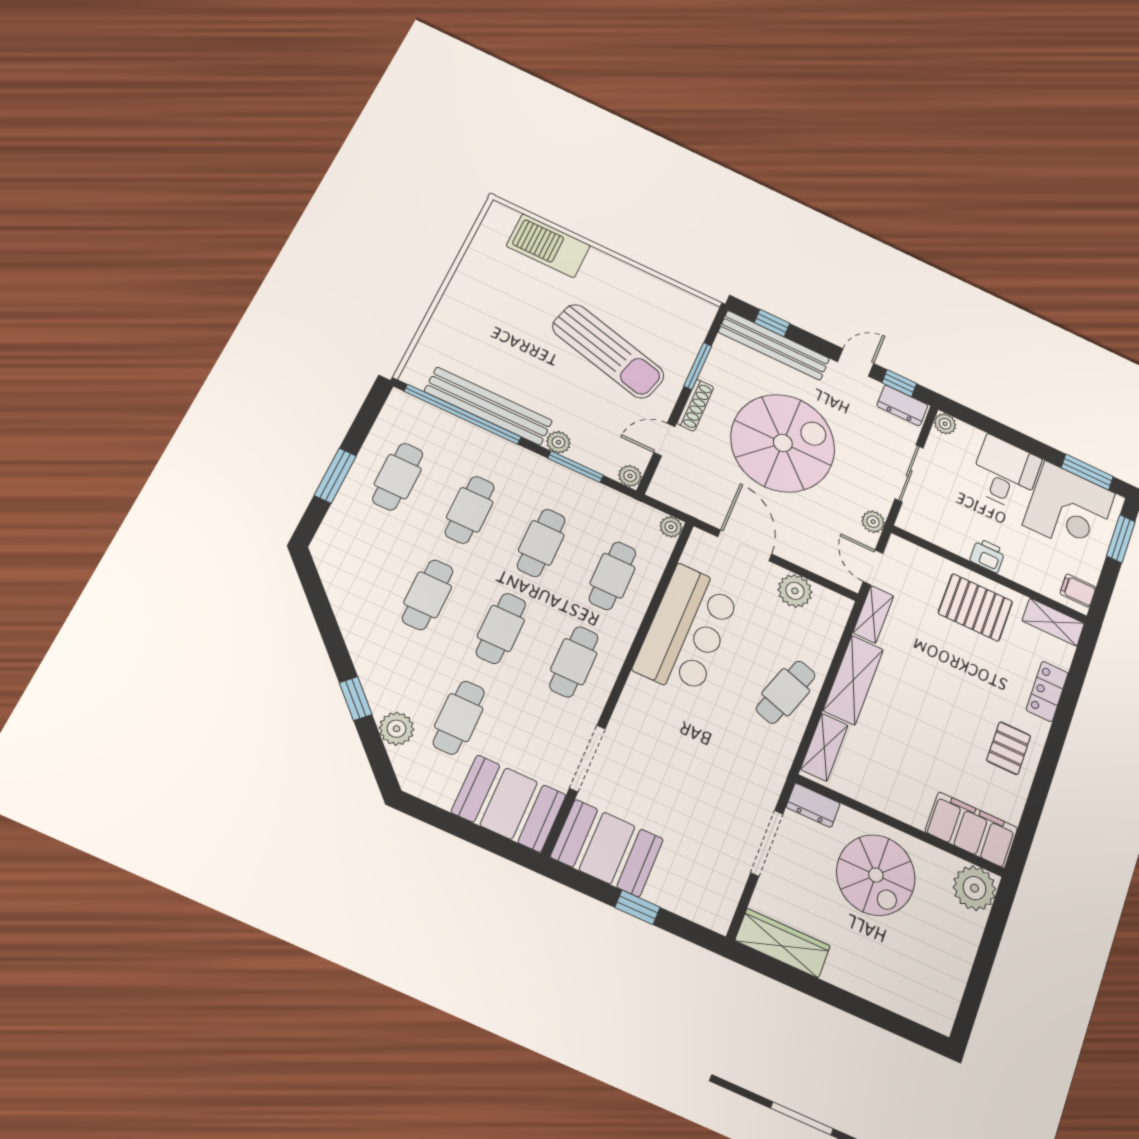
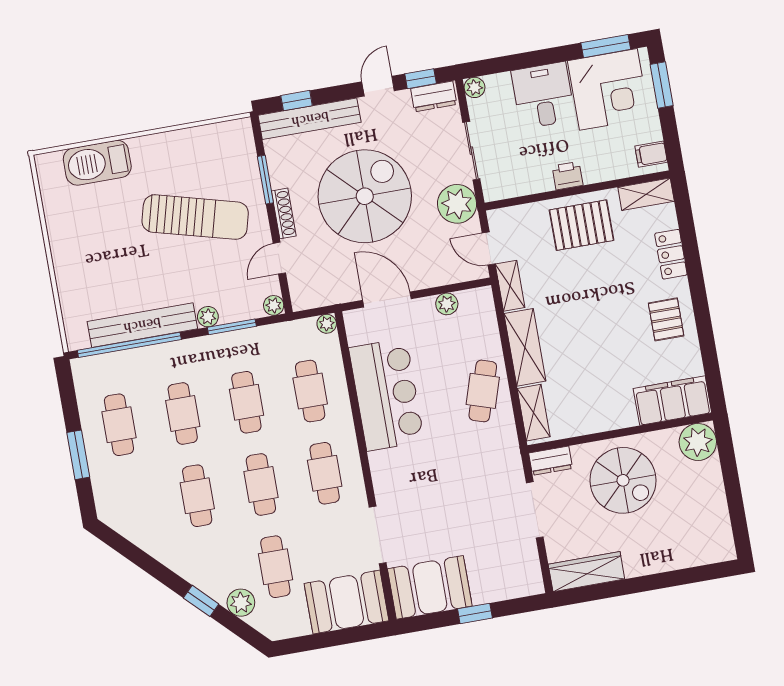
plant: (873, 522) -> (457, 204), width x1.88, depth x1.88
plant: (795, 591) -> (447, 304), width x0.73, depth x0.73

